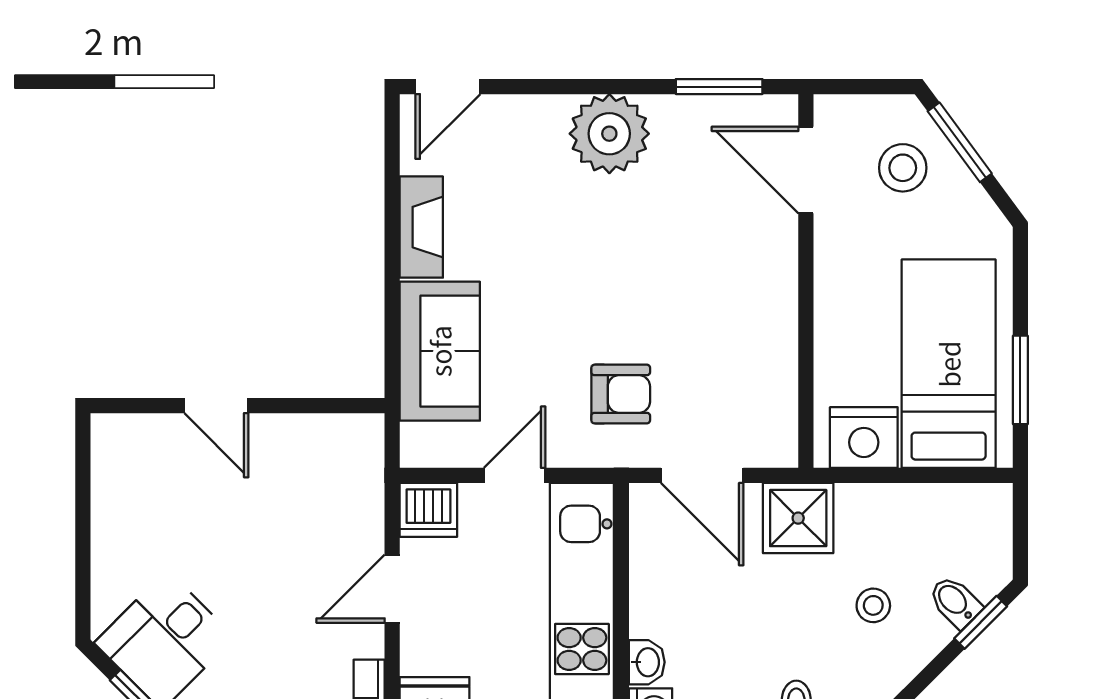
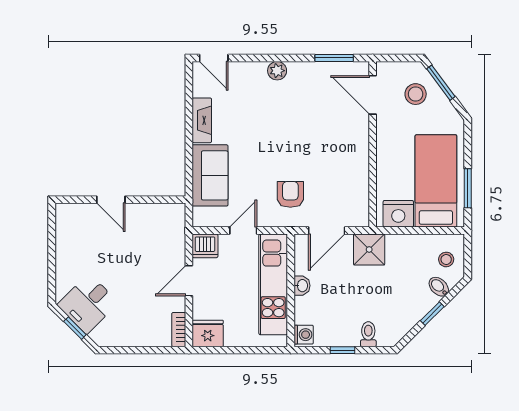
door: (448, 87) -> (214, 58), hinge flipped
plant: (609, 134) -> (277, 71), width x0.53, depth x0.53
armchair: (621, 394) -> (290, 194), turned -90
door: (702, 475) -> (327, 231), hinge flipped
stool: (873, 605) -> (446, 259), moved
window: (981, 622) -> (432, 314), moved
washbasin: (647, 662) -> (302, 286), moved

